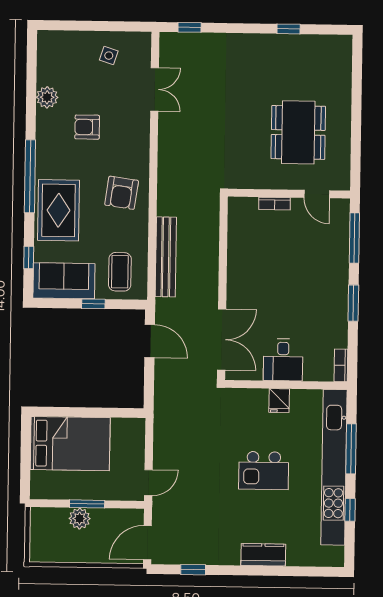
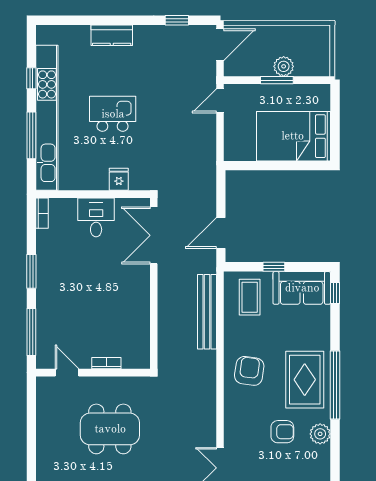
plant: (47, 97) -> (320, 434), moved
dining table: (298, 132) -> (110, 429), moved, turned 90
rug: (59, 210) -> (305, 380), moved
window: (29, 258) -> (335, 293), moved
door: (150, 341) -> (221, 233), hinge flipped
fridge: (279, 401) -> (119, 179), moved

